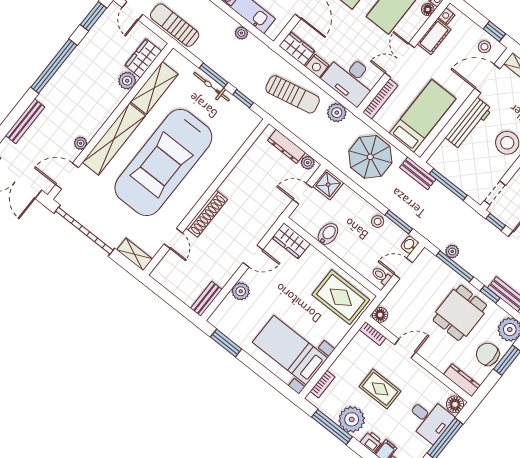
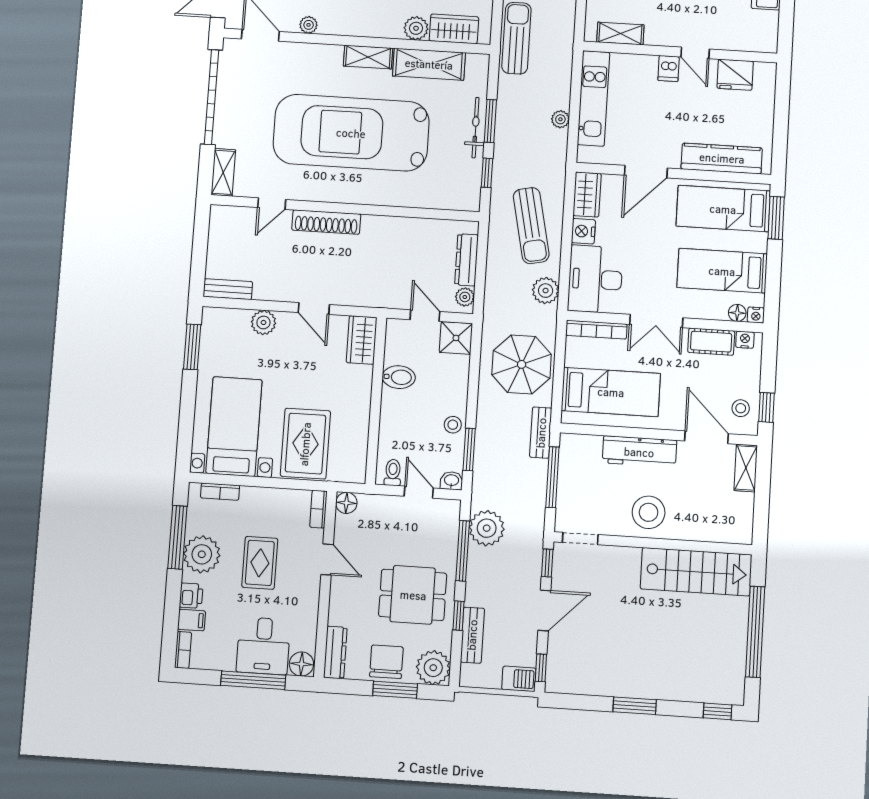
double door: (400, 60) -> (656, 321), swing flipped
shelving: (114, 139) -> (368, 57), width x0.45, depth x0.75
plant: (452, 251) -> (487, 528), width x1.87, depth x1.87
rug: (341, 297) -> (305, 444), moved

